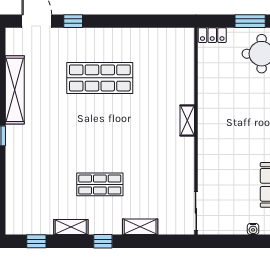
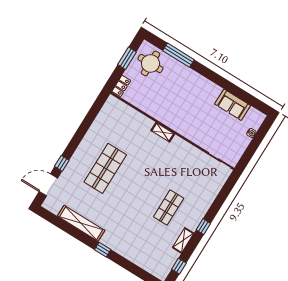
shelving: (140, 227) -> (209, 199), removed

